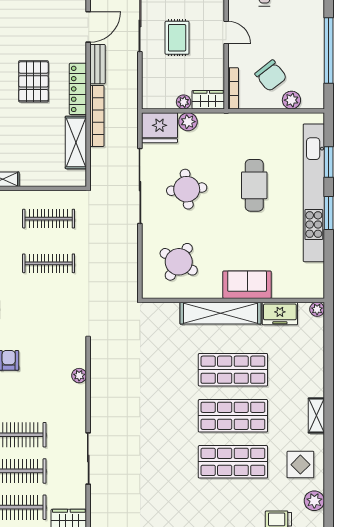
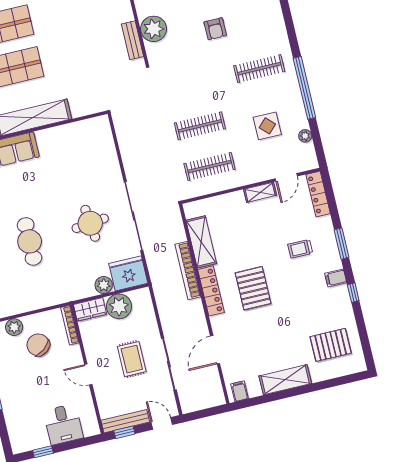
bench: (97, 64) -> (132, 40), moved
plant: (184, 102) -> (119, 306), width x1.87, depth x1.87
round table: (179, 262) -> (82, 155), removed
plant: (79, 376) -> (154, 29), width x1.88, depth x1.88

